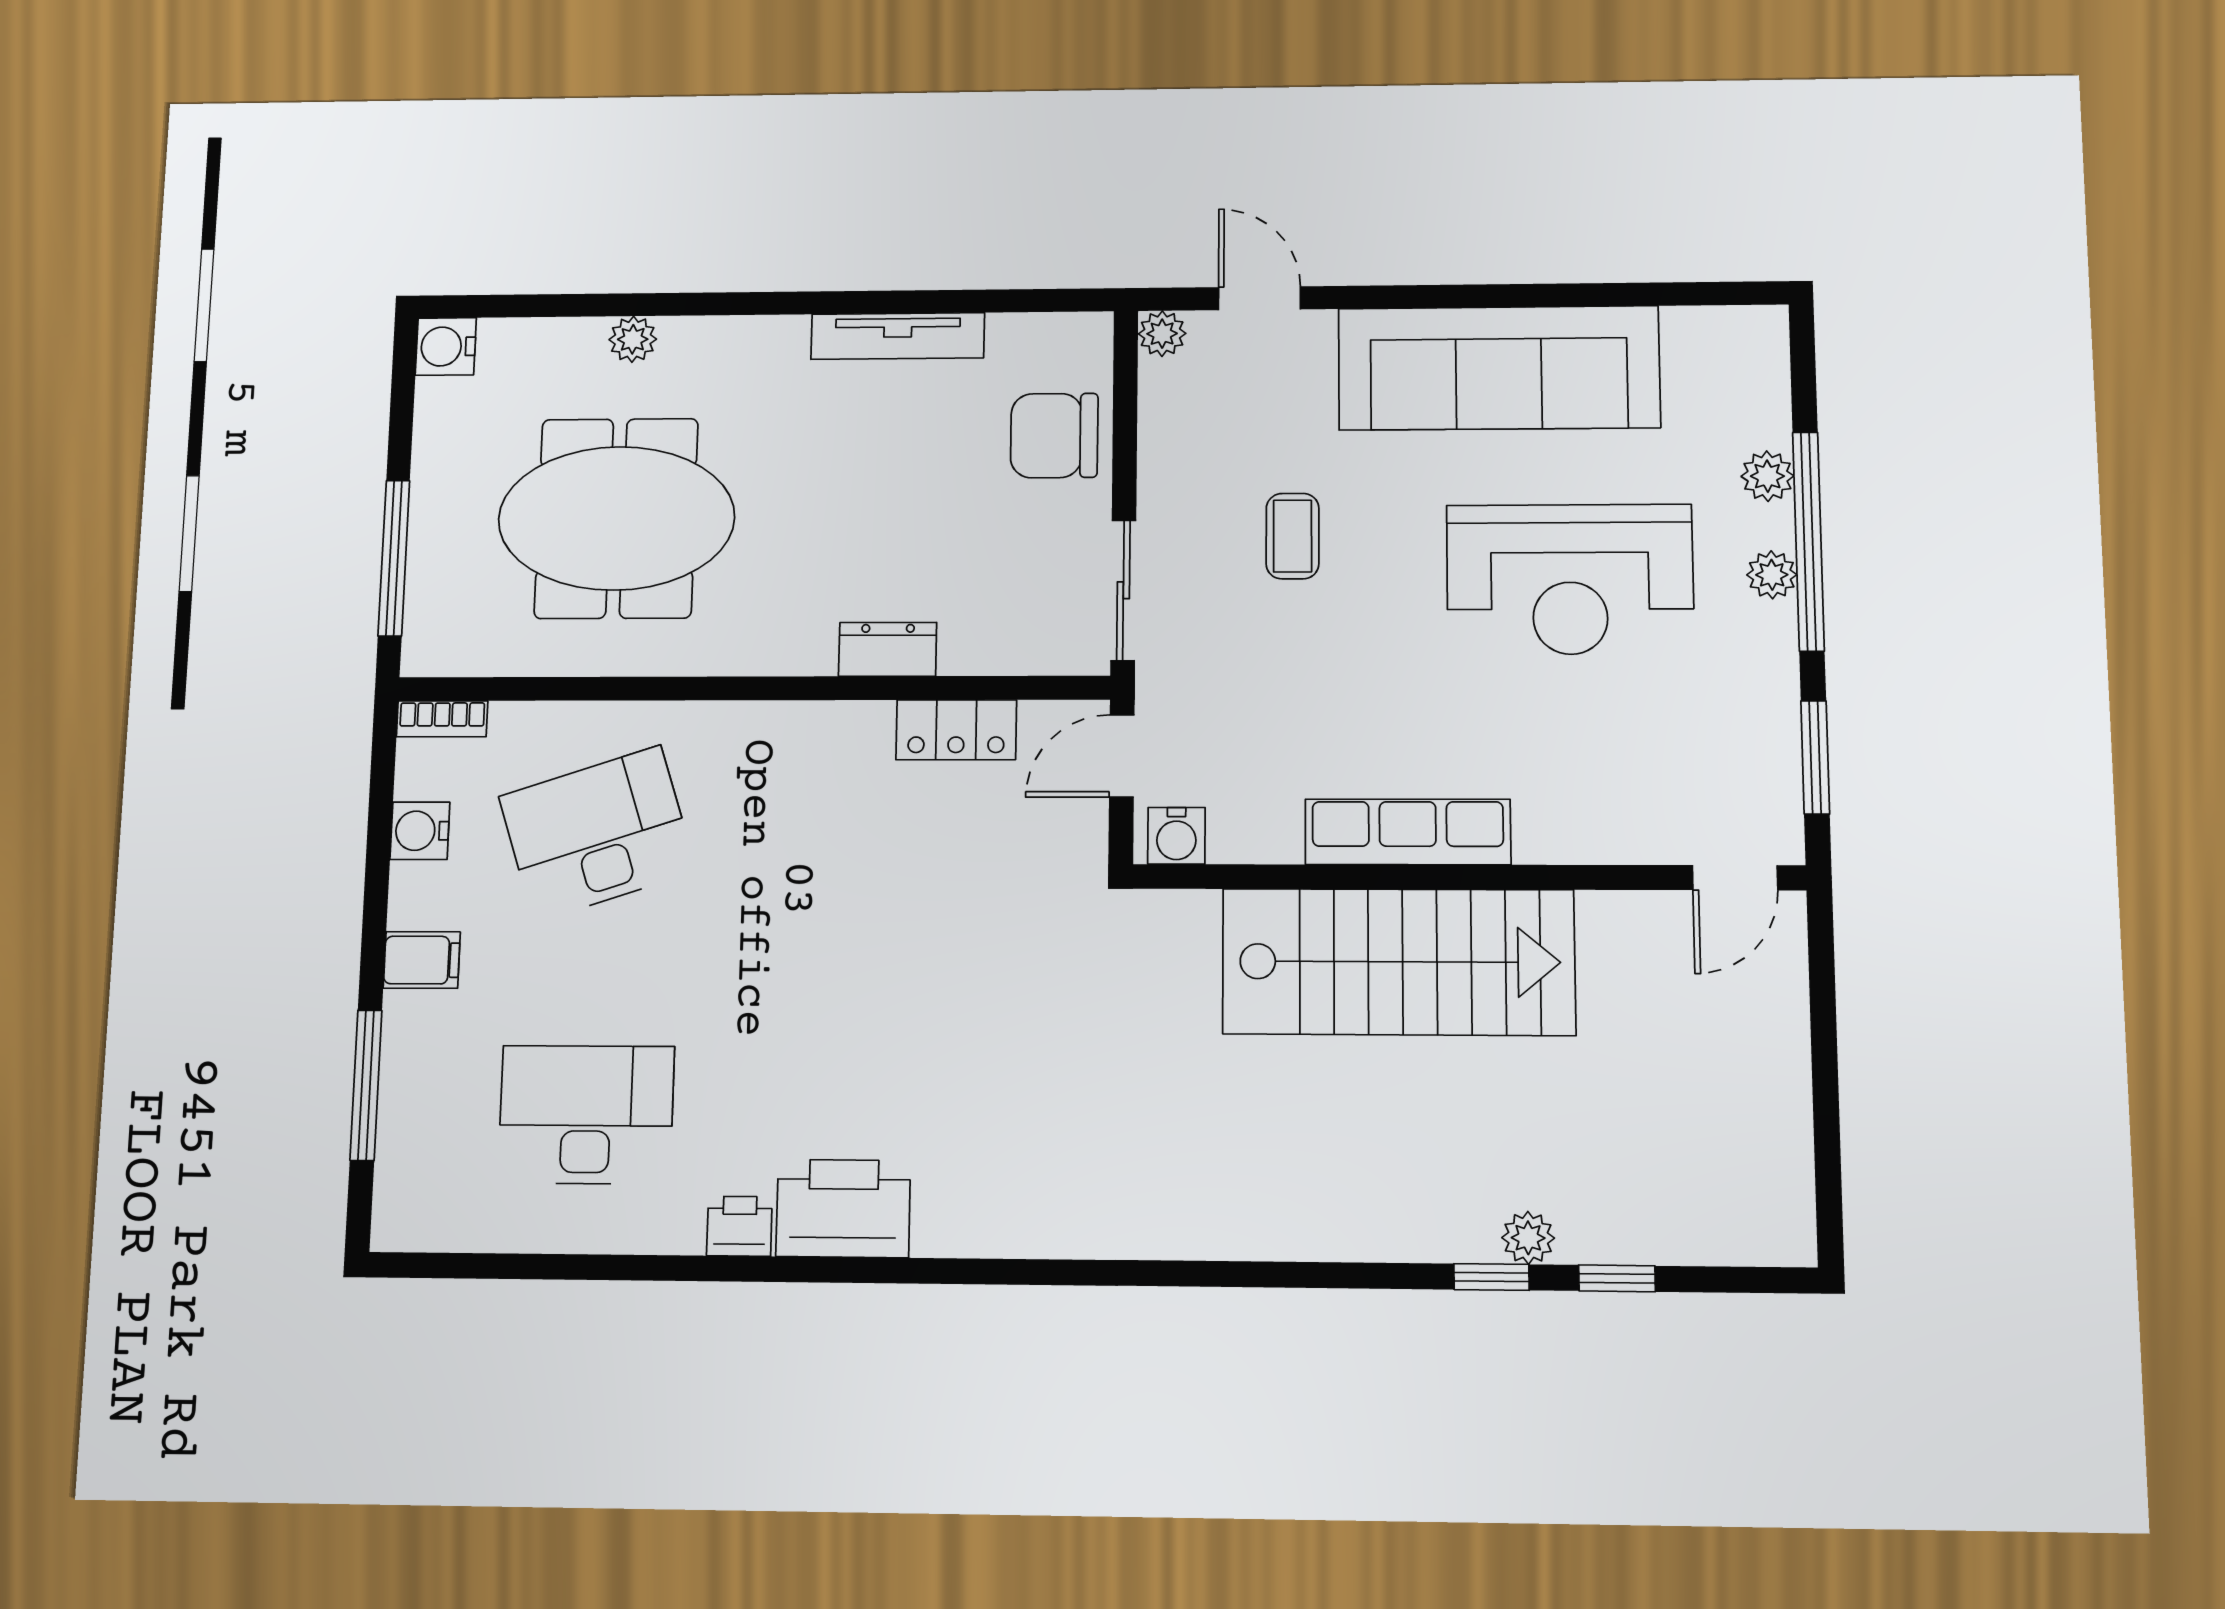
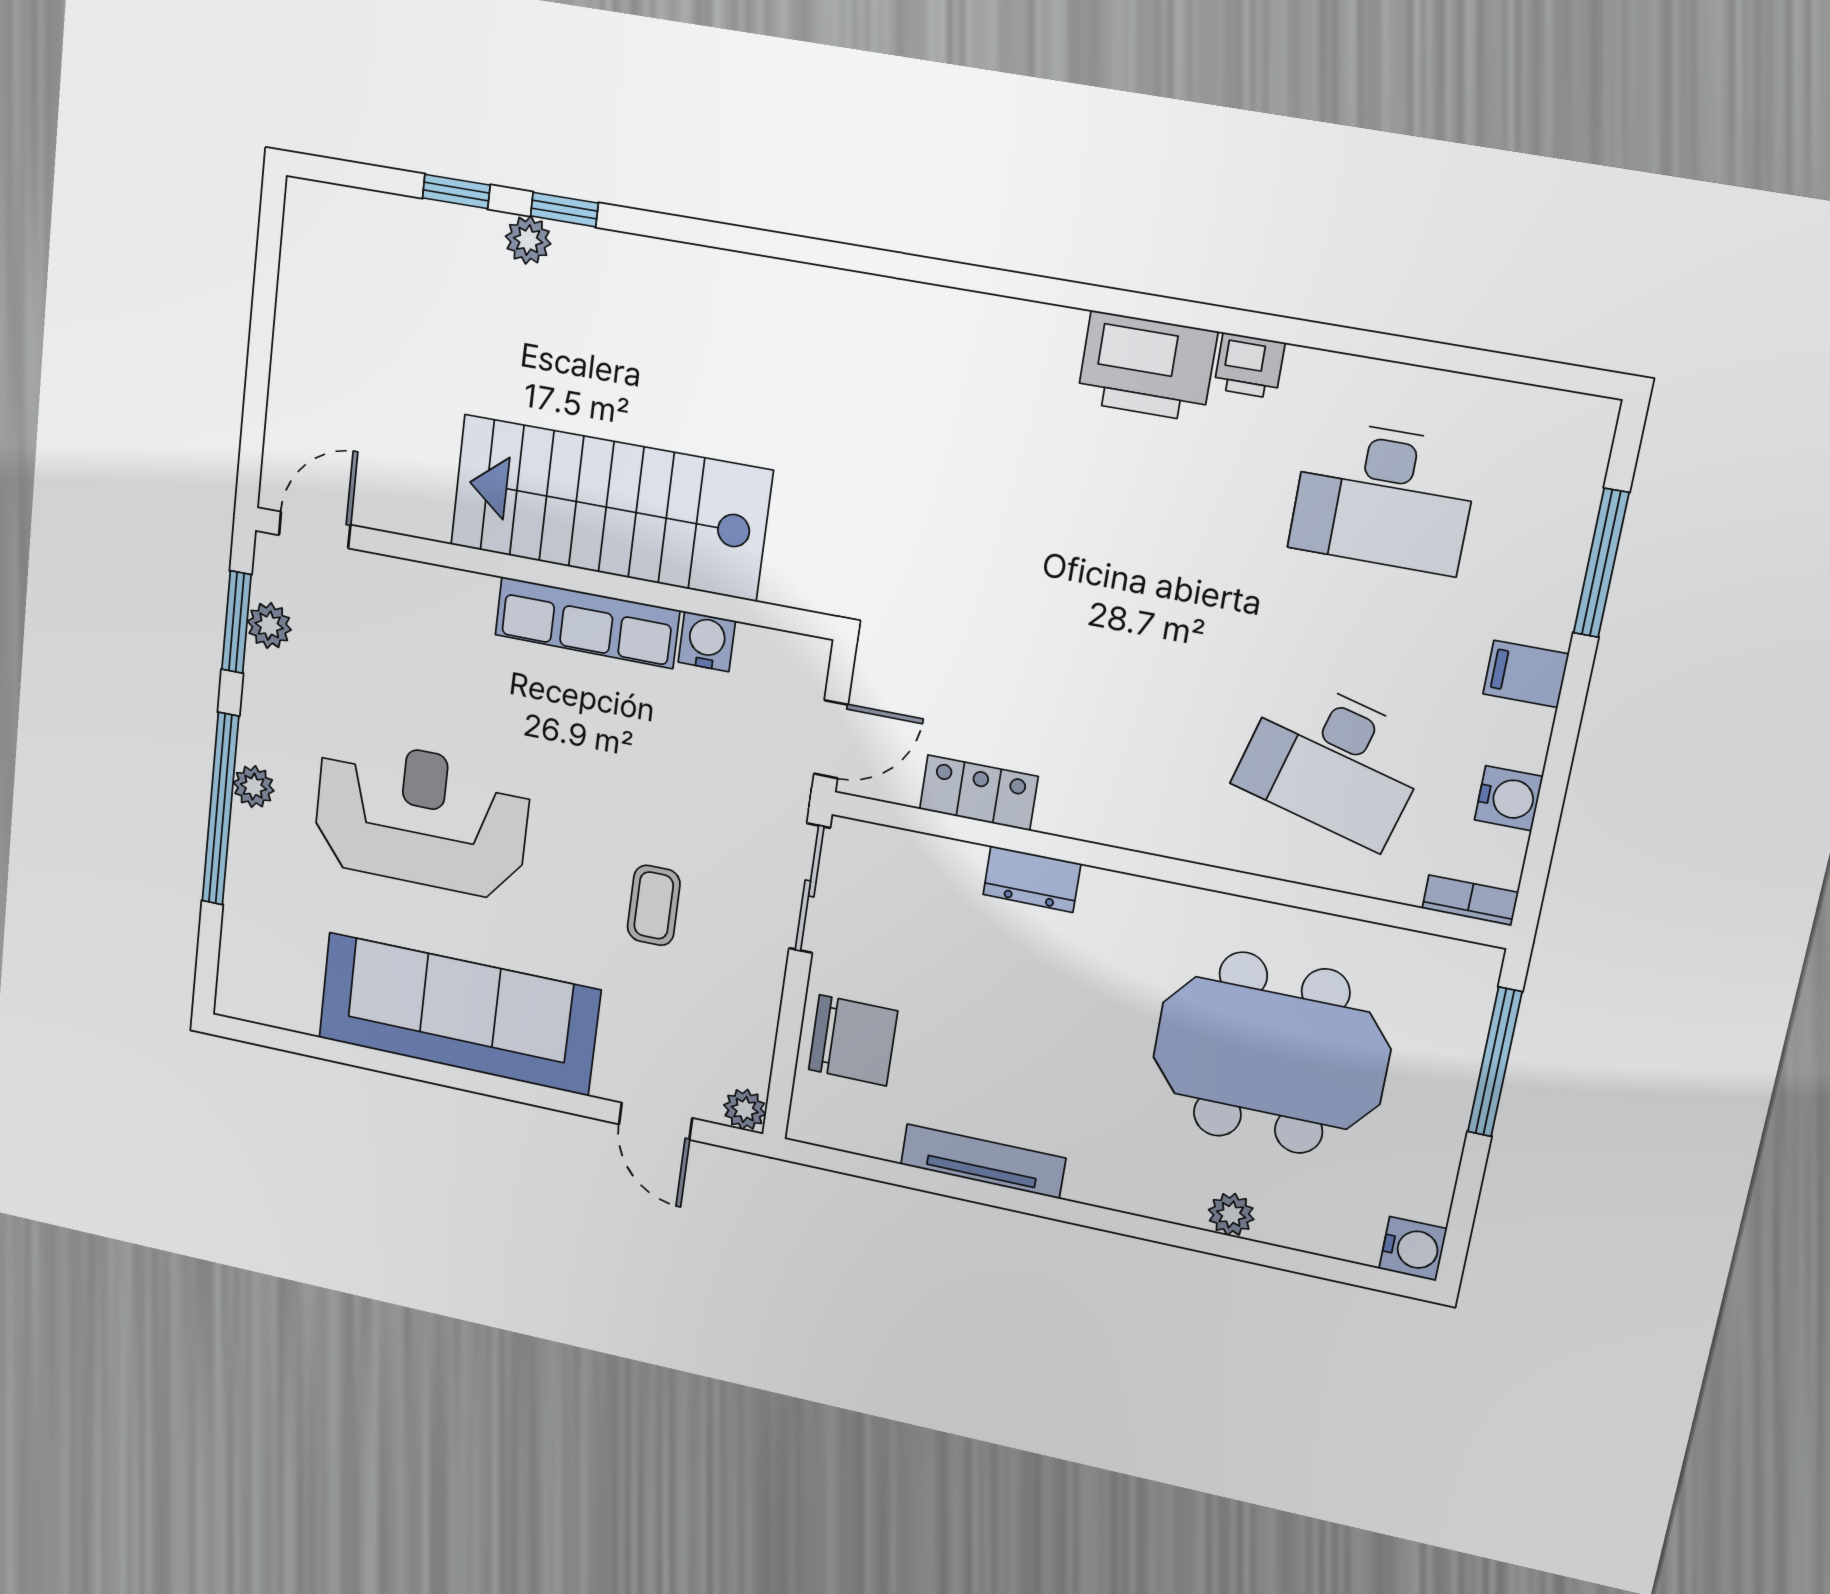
plant: (1767, 476) -> (269, 626), moved
desk: (597, 834) -> (1333, 762), turned 33
water cooler: (1176, 836) -> (707, 641), moved

